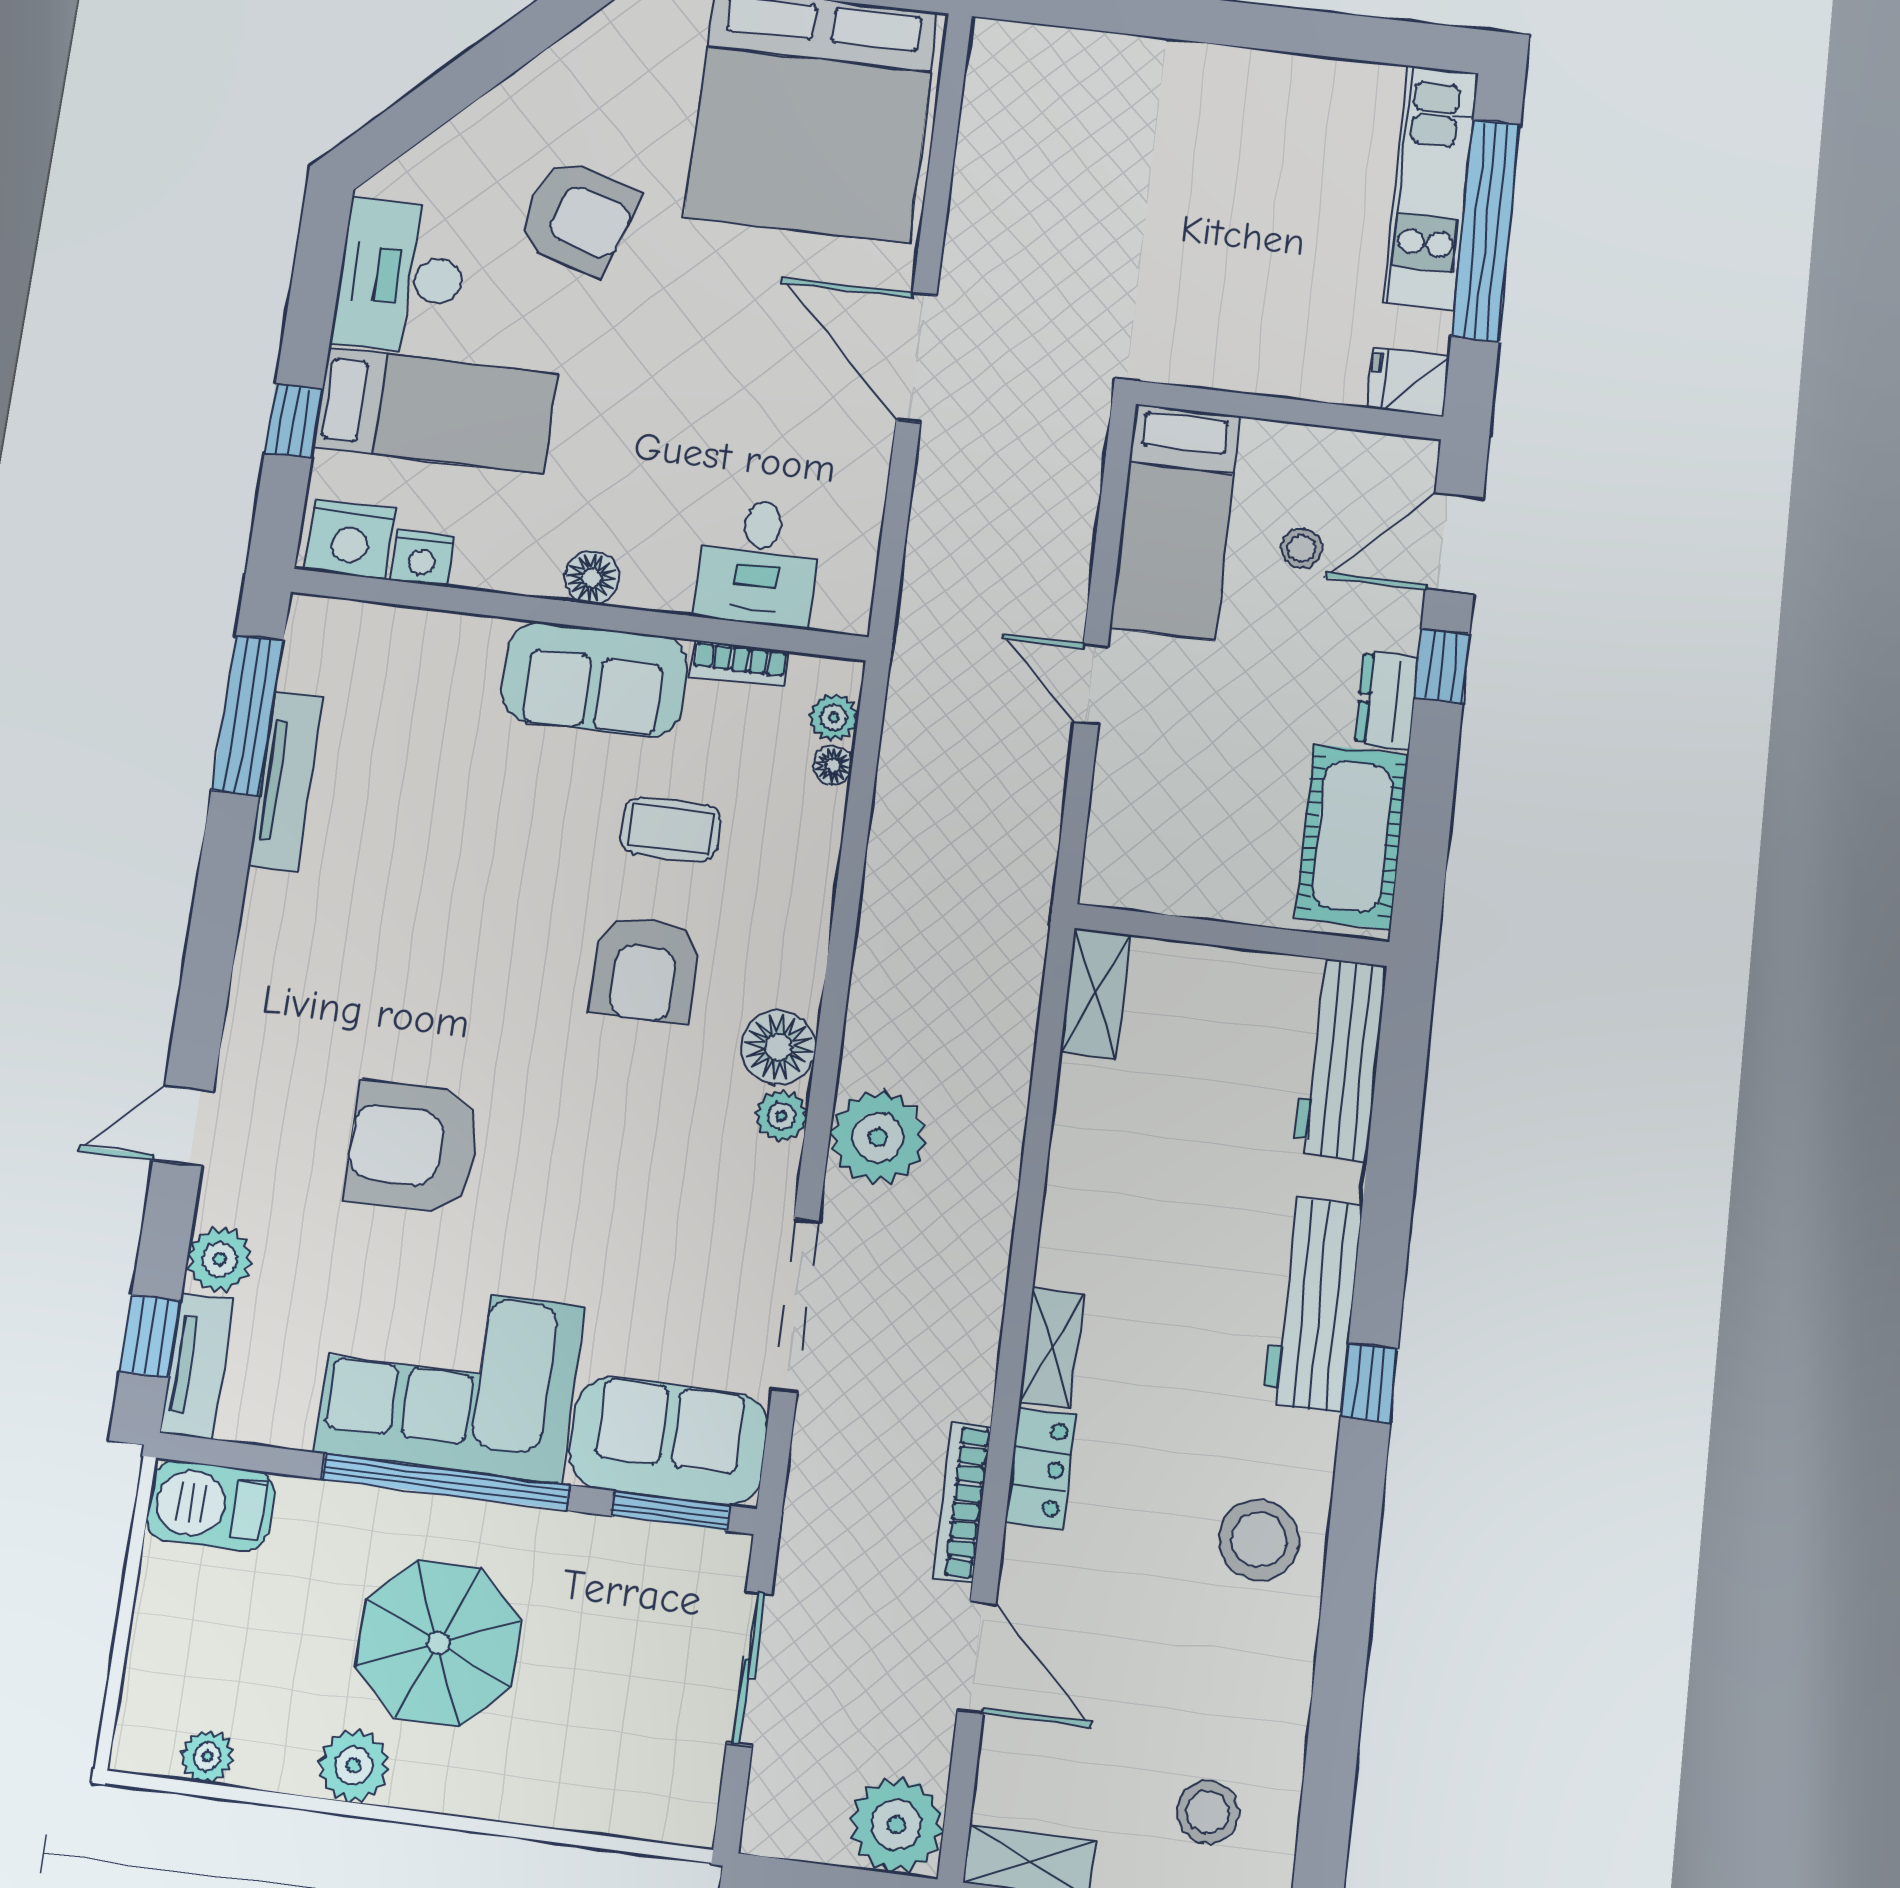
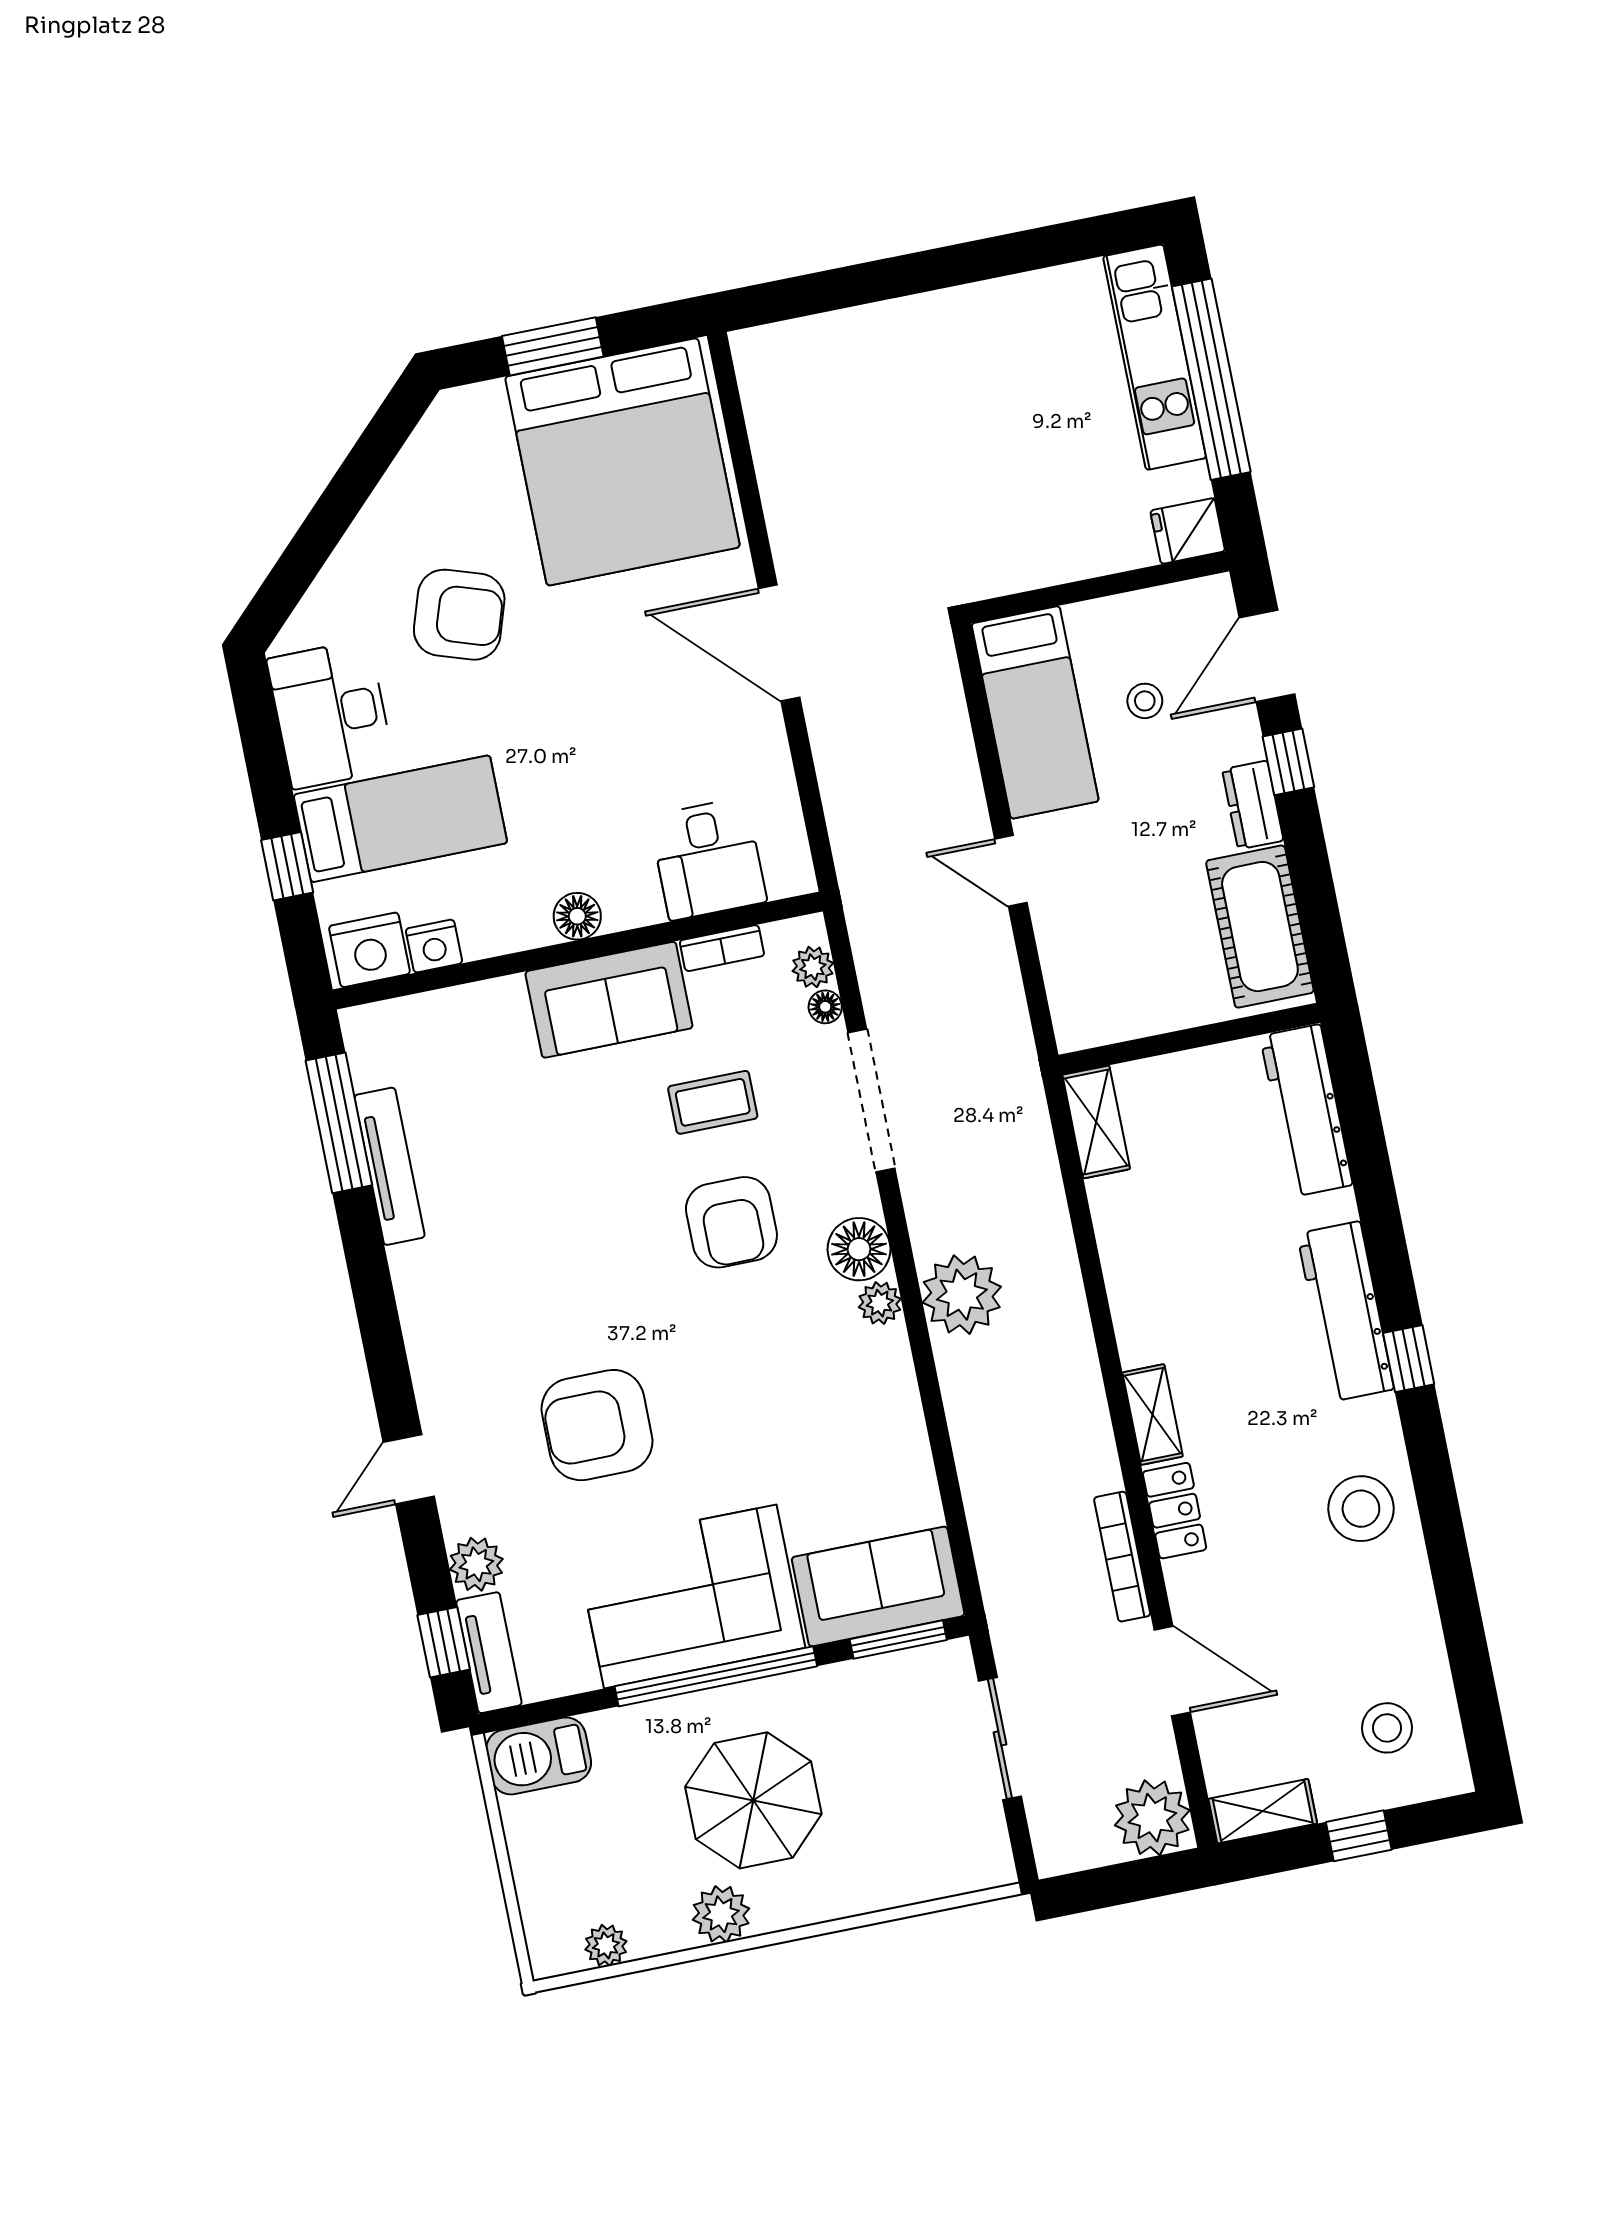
doorway: (795, 1306) -> (871, 1100), moved

